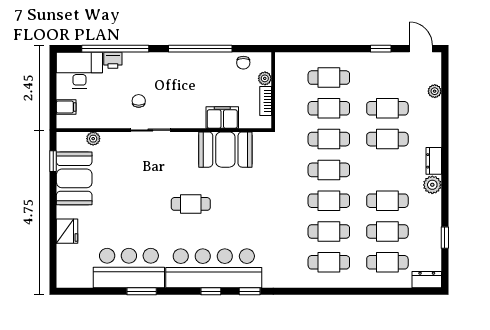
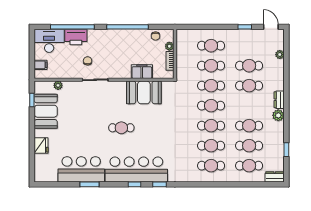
printer: (113, 60) -> (76, 37), width x1.87, depth x1.48

